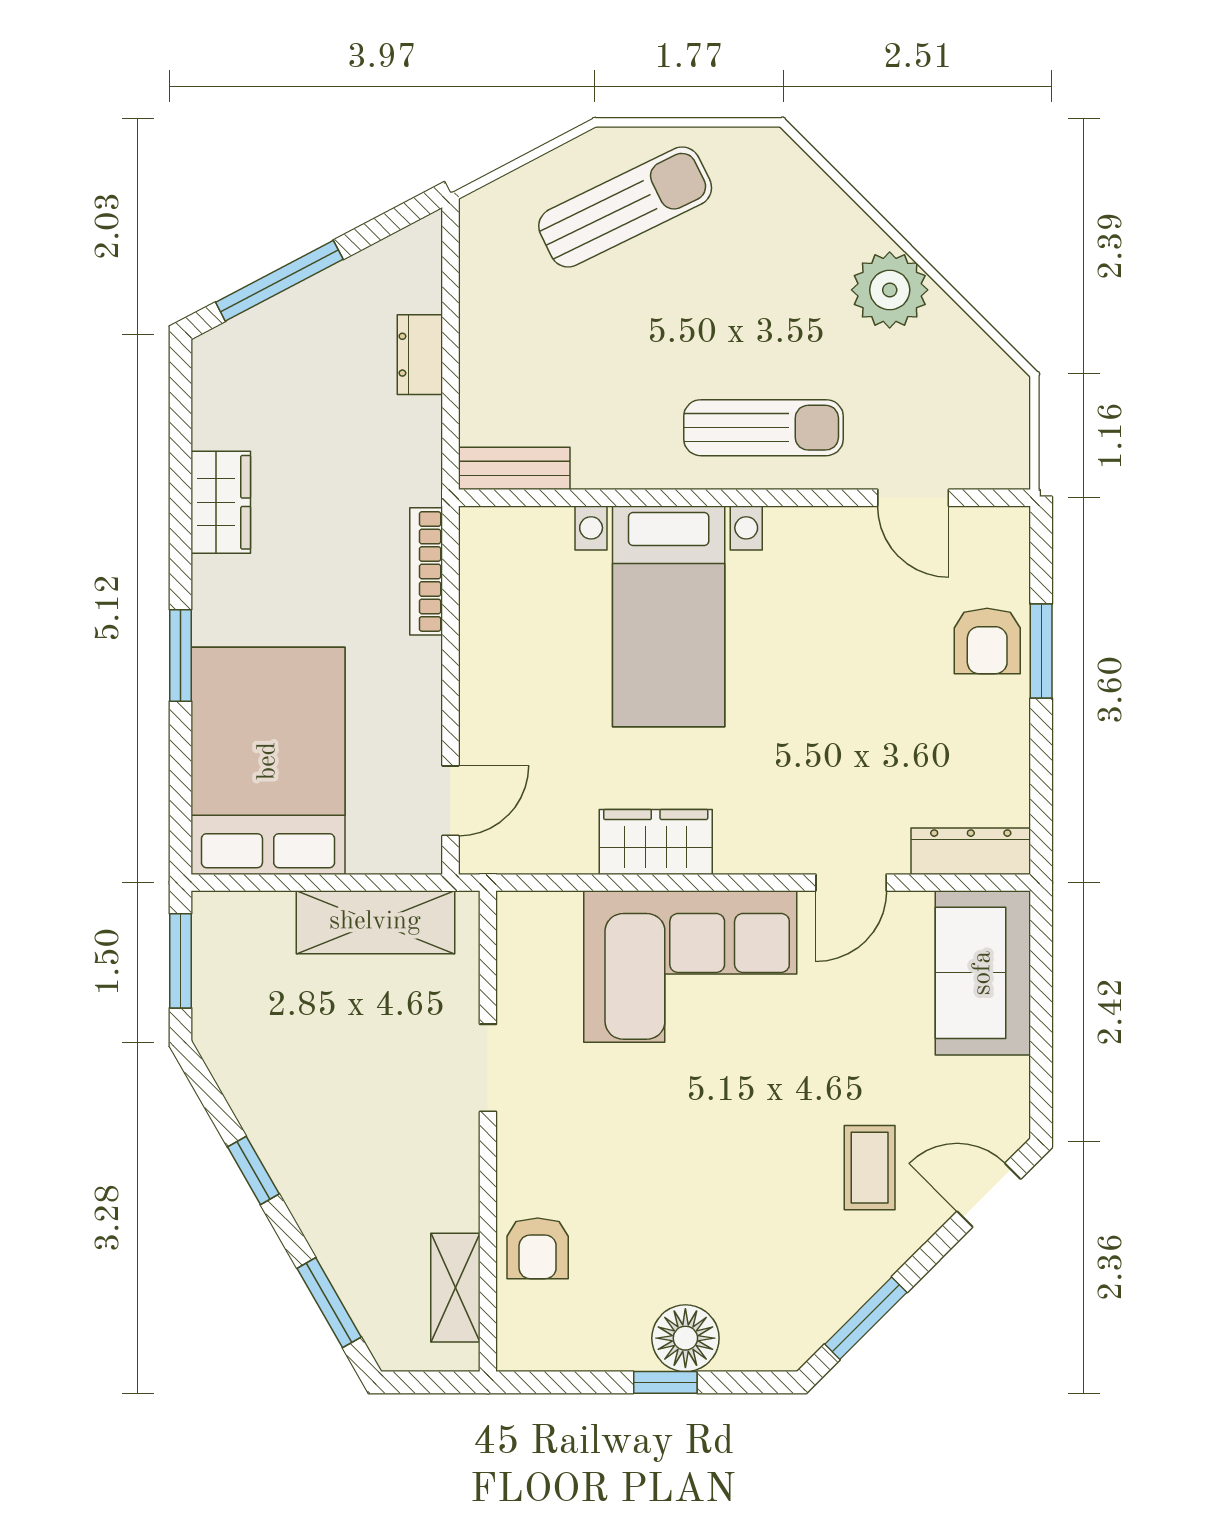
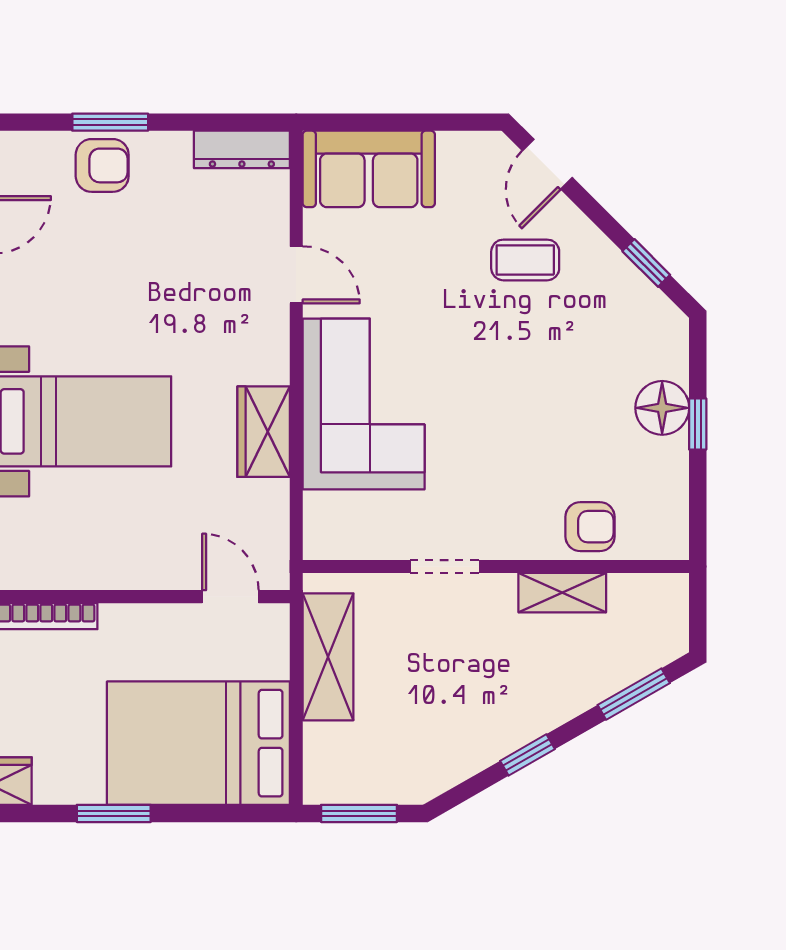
dresser: (971, 851) -> (242, 149), moved, turned -90
shelving: (455, 1288) -> (562, 593), moved
window: (866, 1318) -> (646, 263), width x0.67

